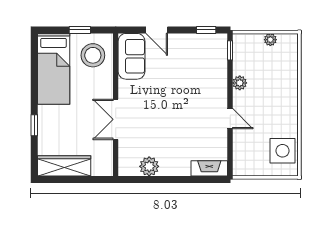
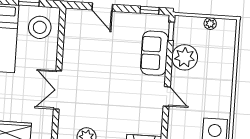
sofa: (132, 56) -> (154, 53), moved, turned 180
plant: (240, 83) -> (185, 57), width x1.87, depth x1.87

